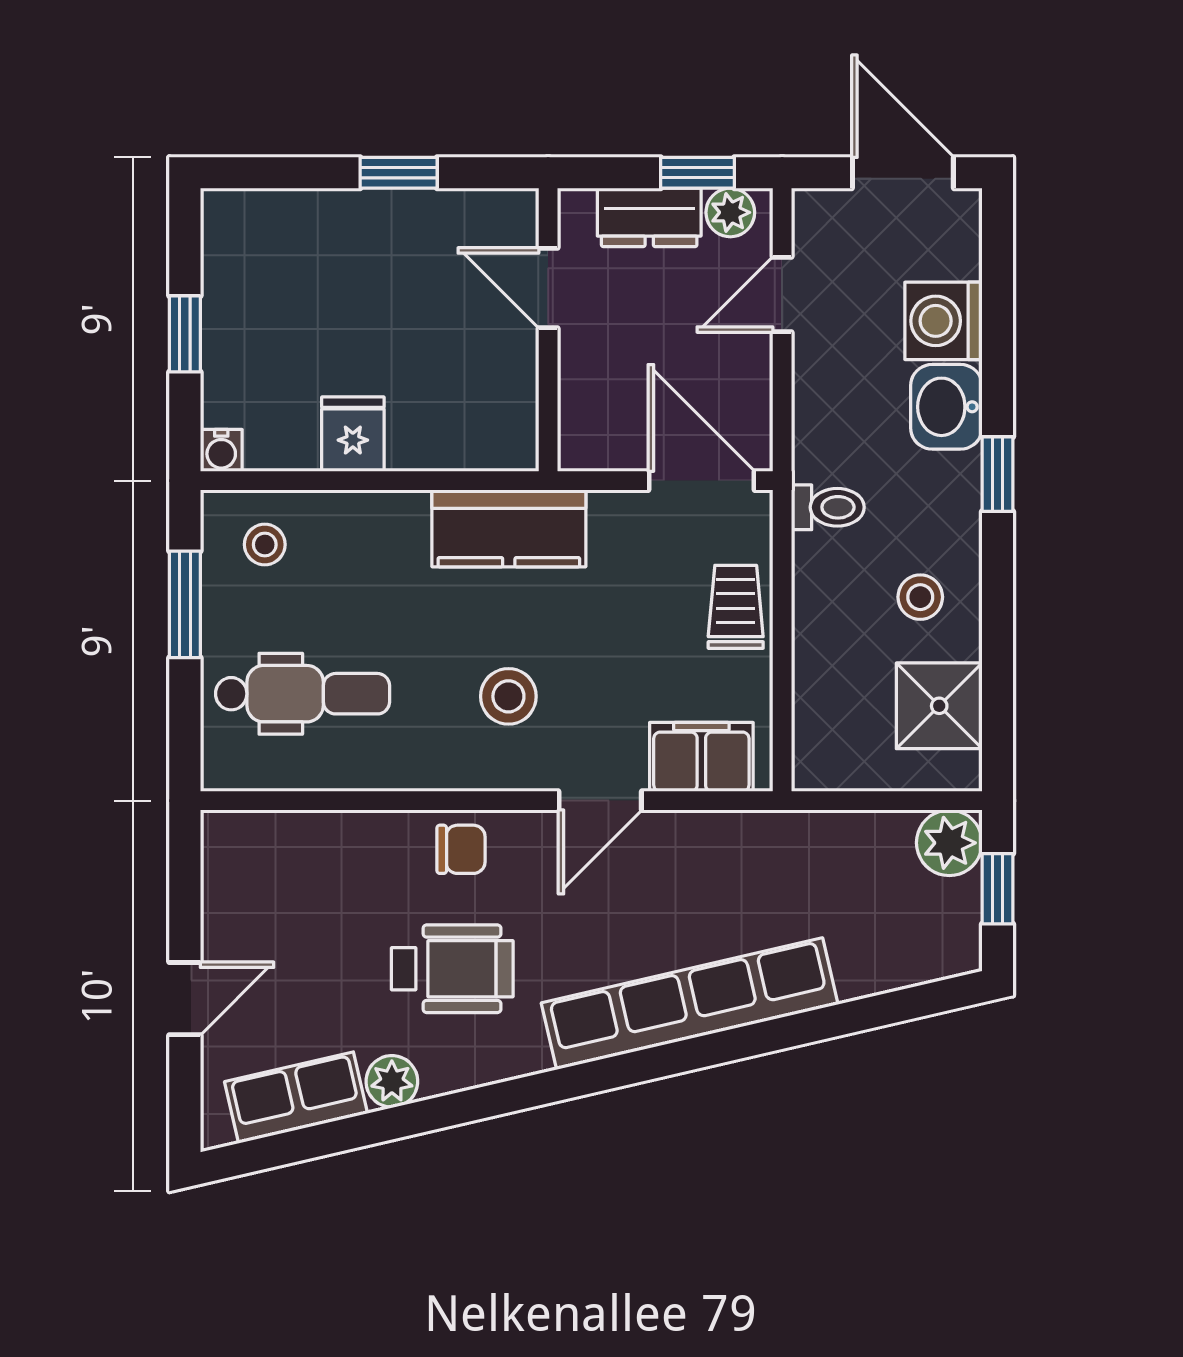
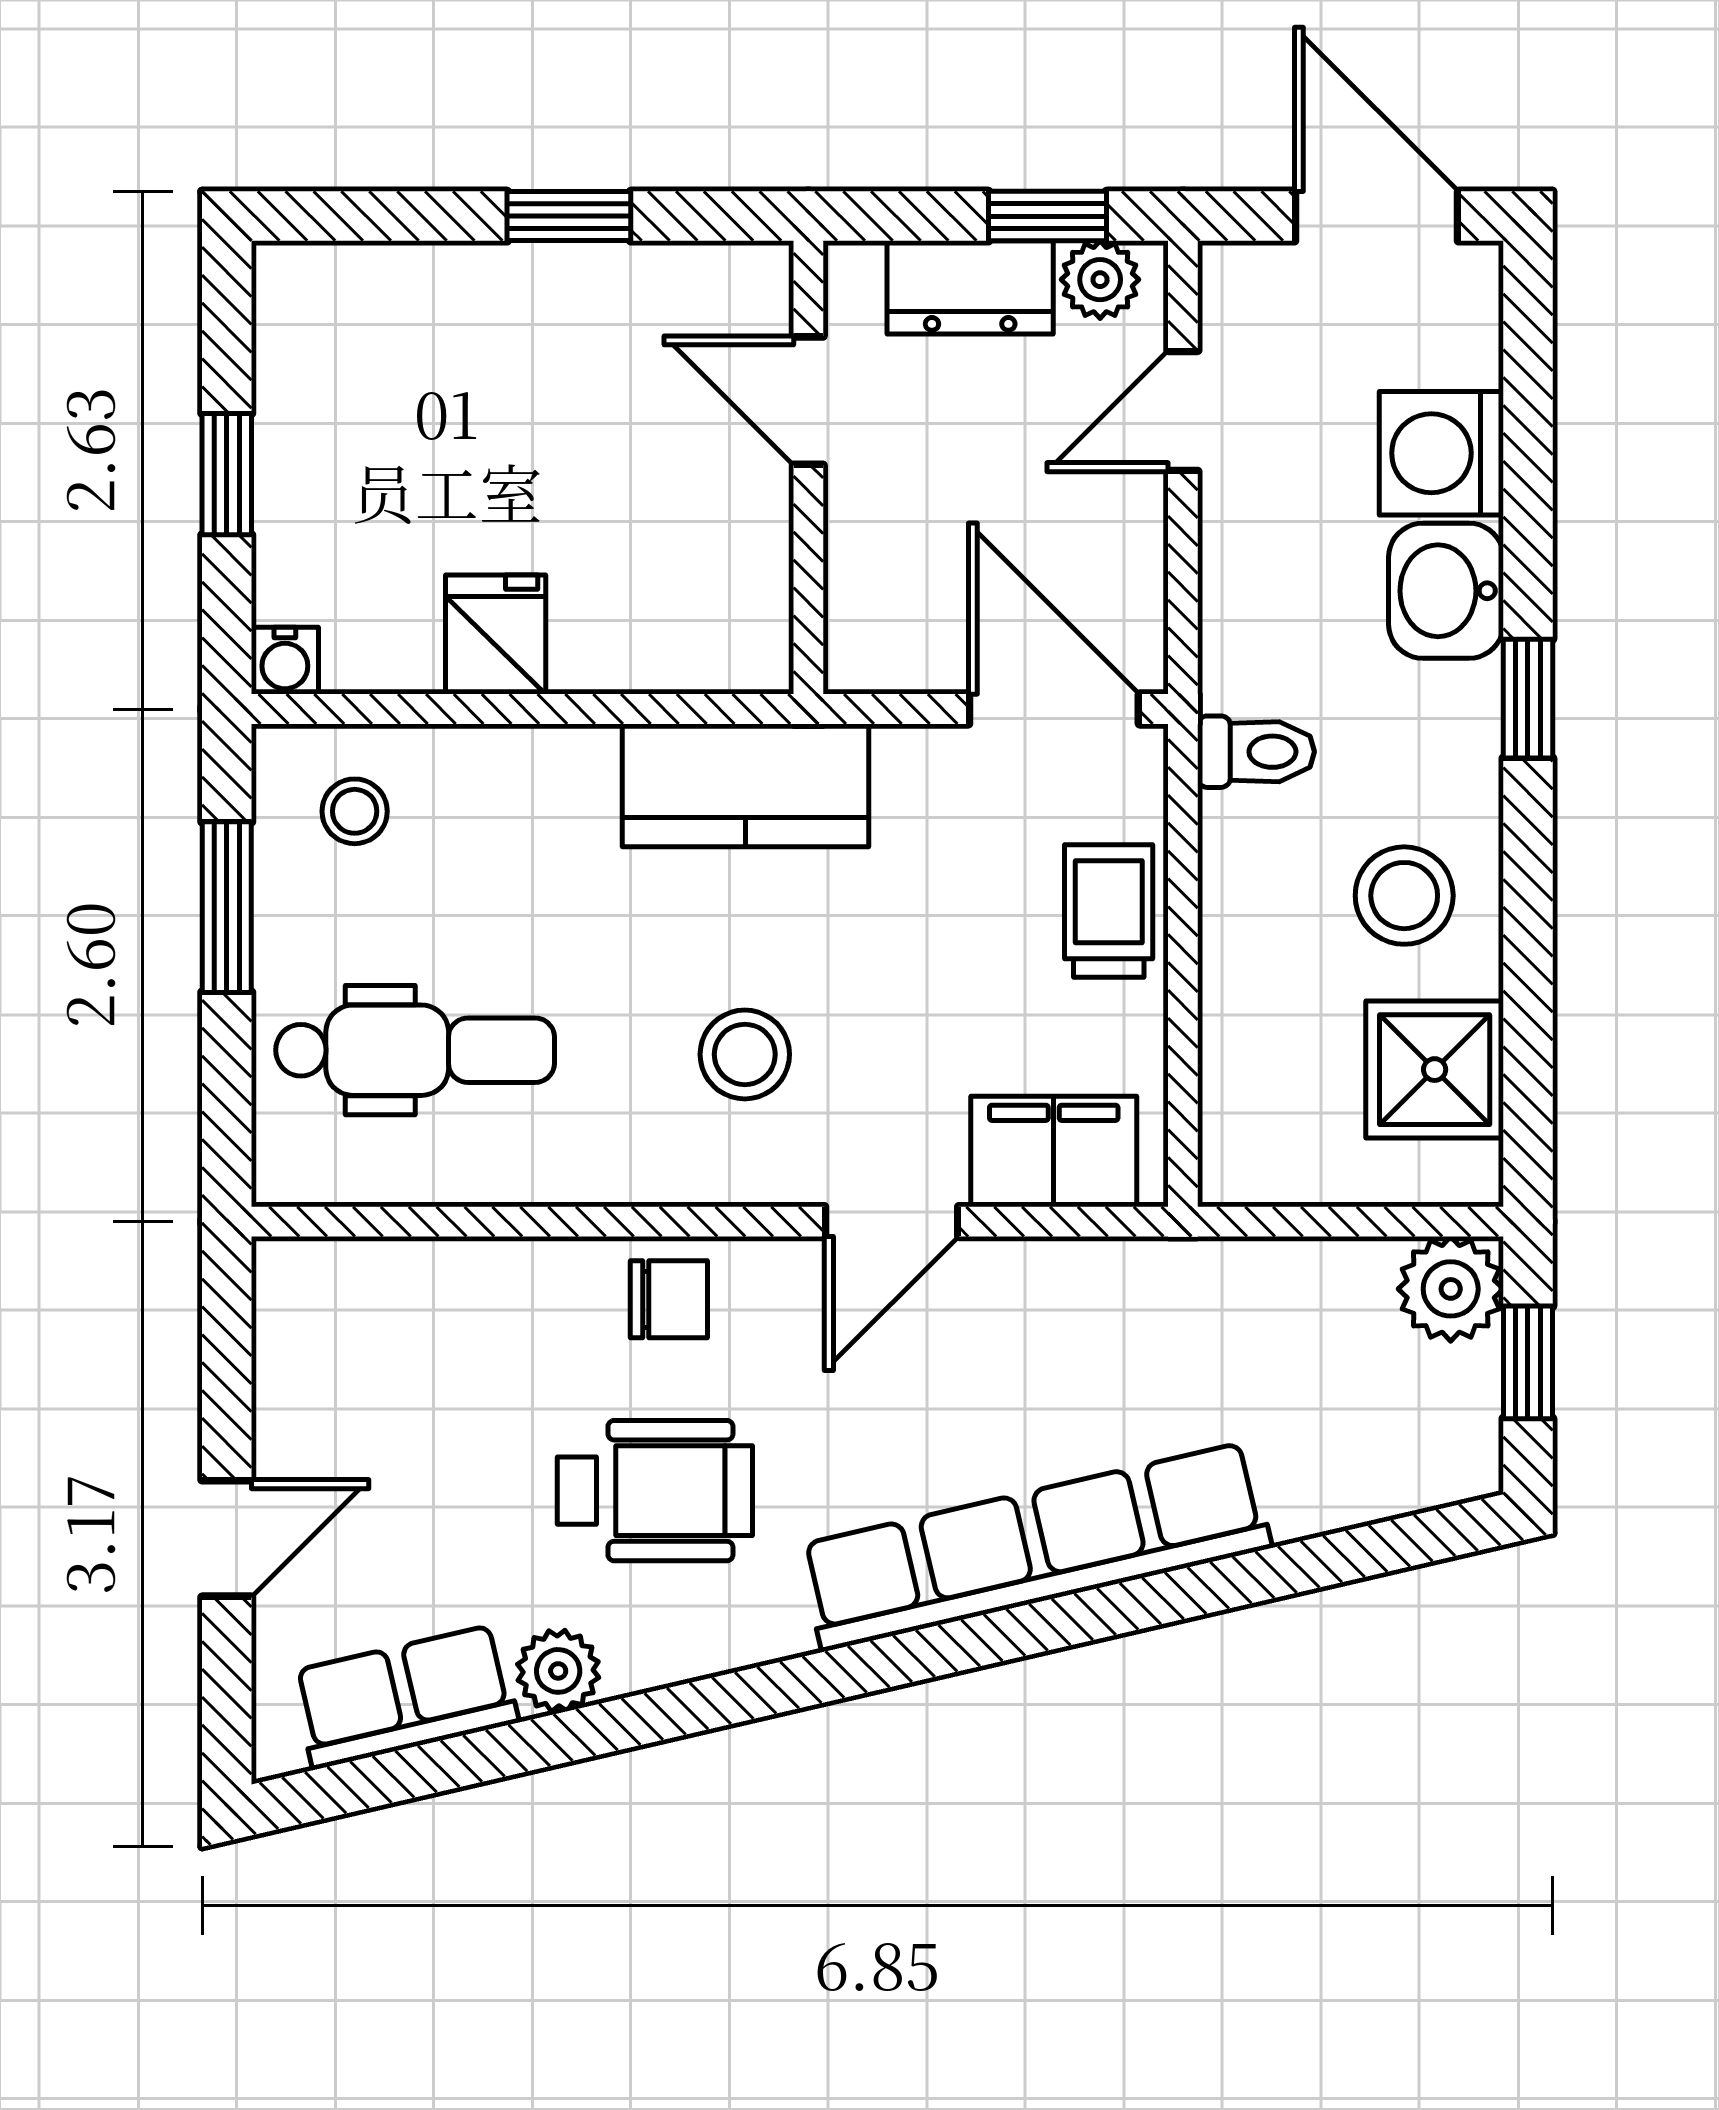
stool: (920, 597) -> (1404, 896), width x1.37, depth x1.37

